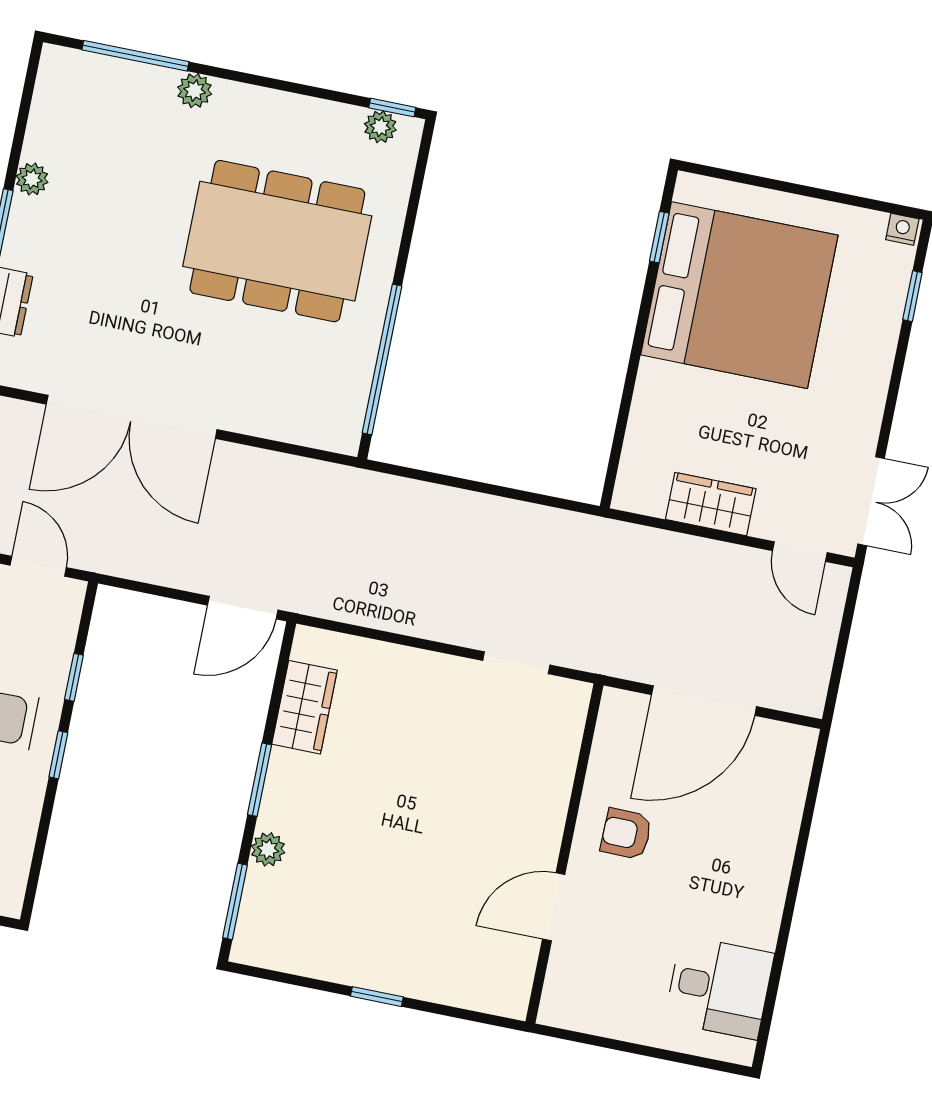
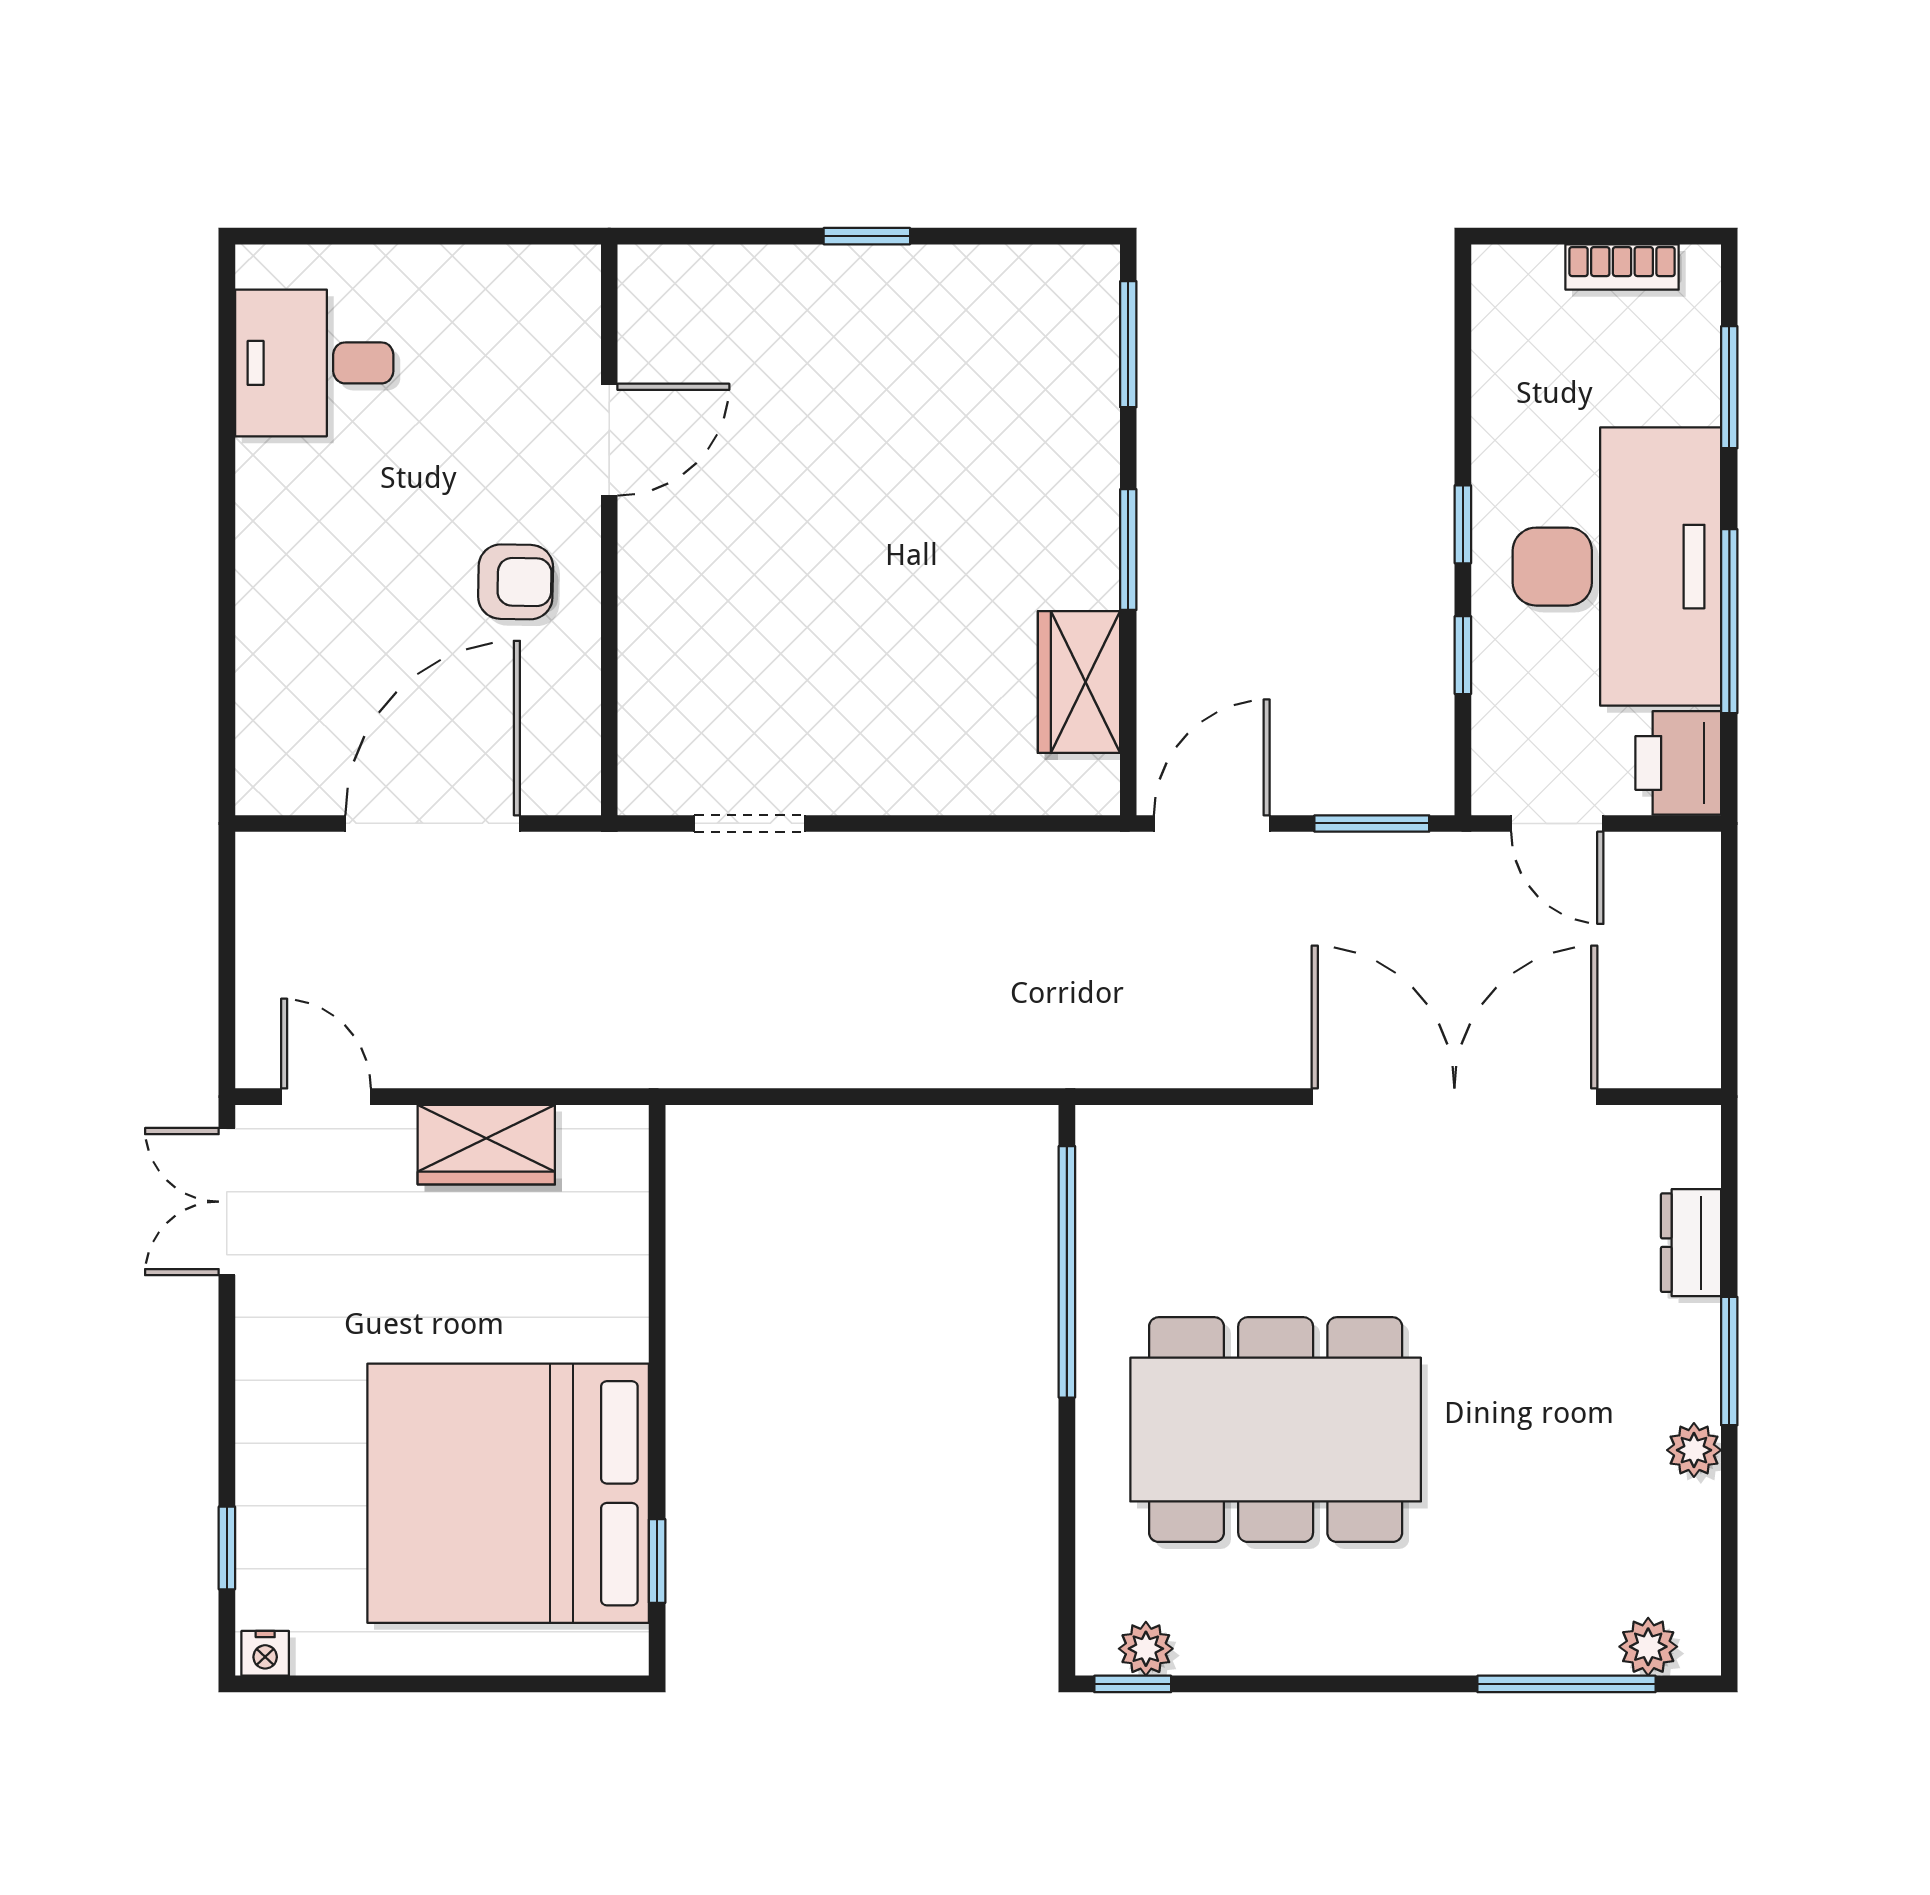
plant: (195, 91) -> (1648, 1647), moved
window: (148, 588) -> (1372, 823), added
plant: (268, 849) -> (1092, 439), removed

